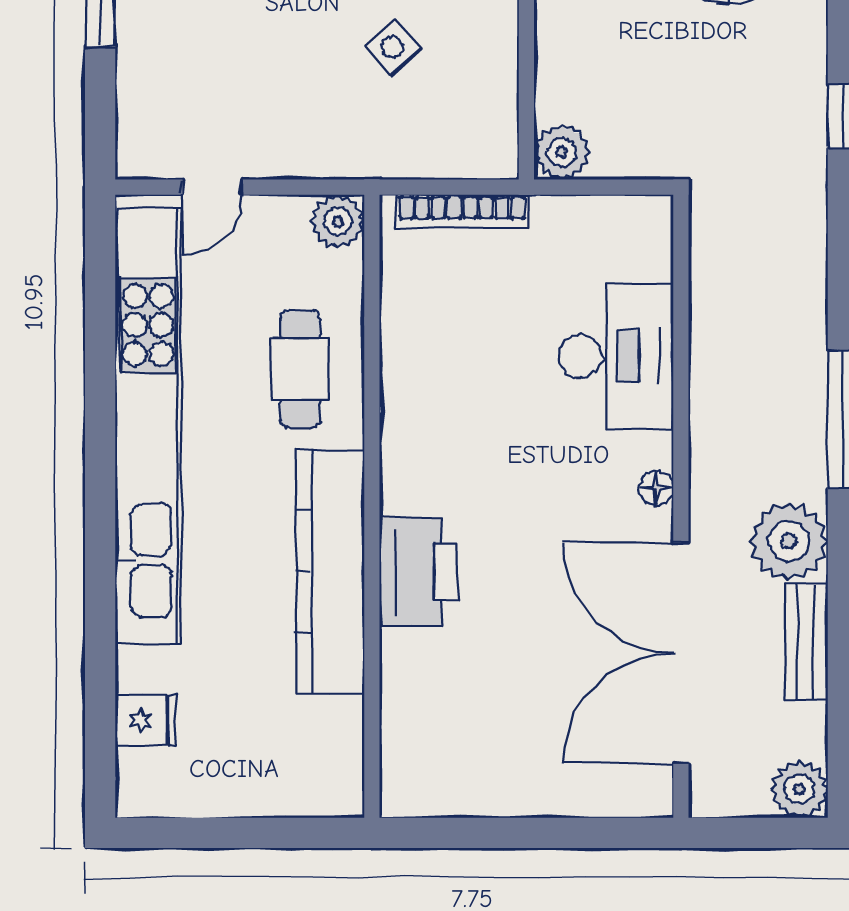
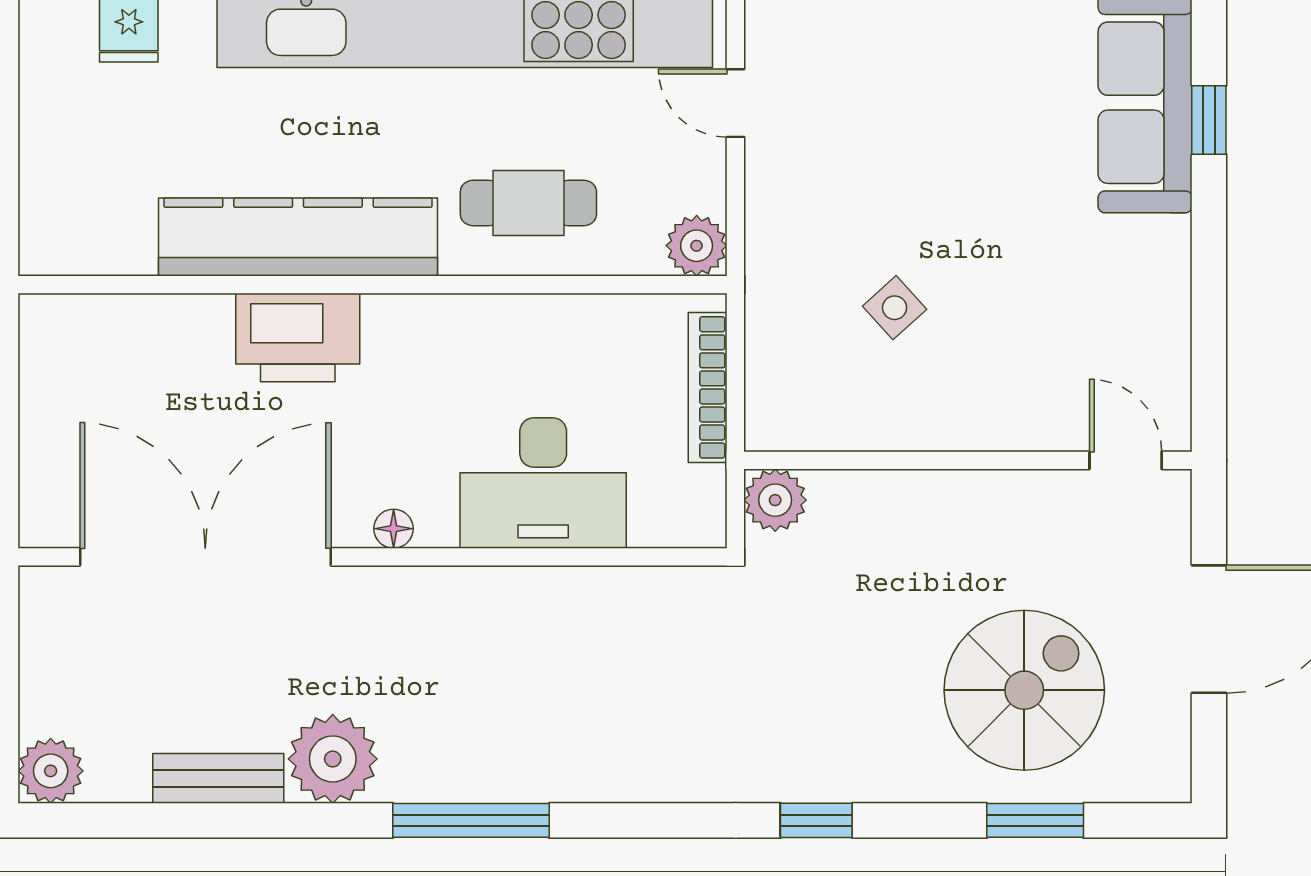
desk: (616, 356) -> (543, 483), moved
floor lamp: (656, 488) -> (394, 529), moved
wall: (681, 506) -> (372, 557), moved
double door: (681, 653) -> (205, 557), moved

